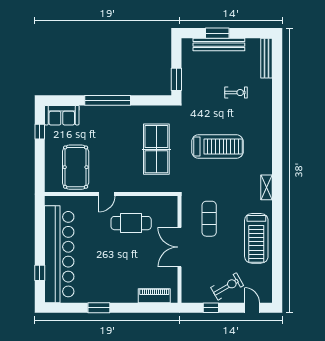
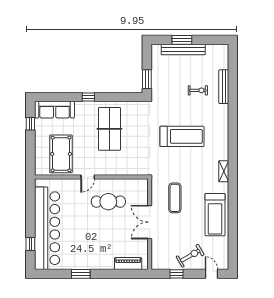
bench: (267, 58) -> (224, 87), moved
window: (108, 100) -> (88, 97), width x0.32
sofa: (62, 115) -> (55, 110), width x1.36
table tennis table: (156, 149) -> (109, 129), moved

